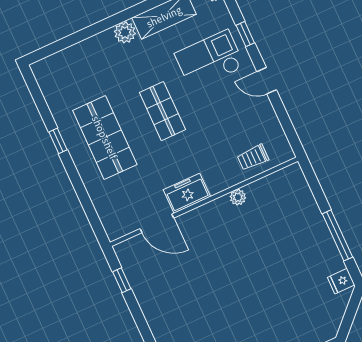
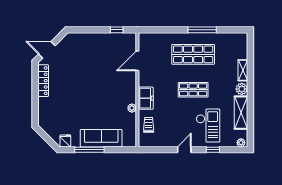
shelving: (94, 45) -> (243, 70), added
window: (58, 141) -> (202, 30), width x2.17
freezer: (187, 193) -> (146, 98), moved
sofa: (310, 225) -> (101, 138), added

